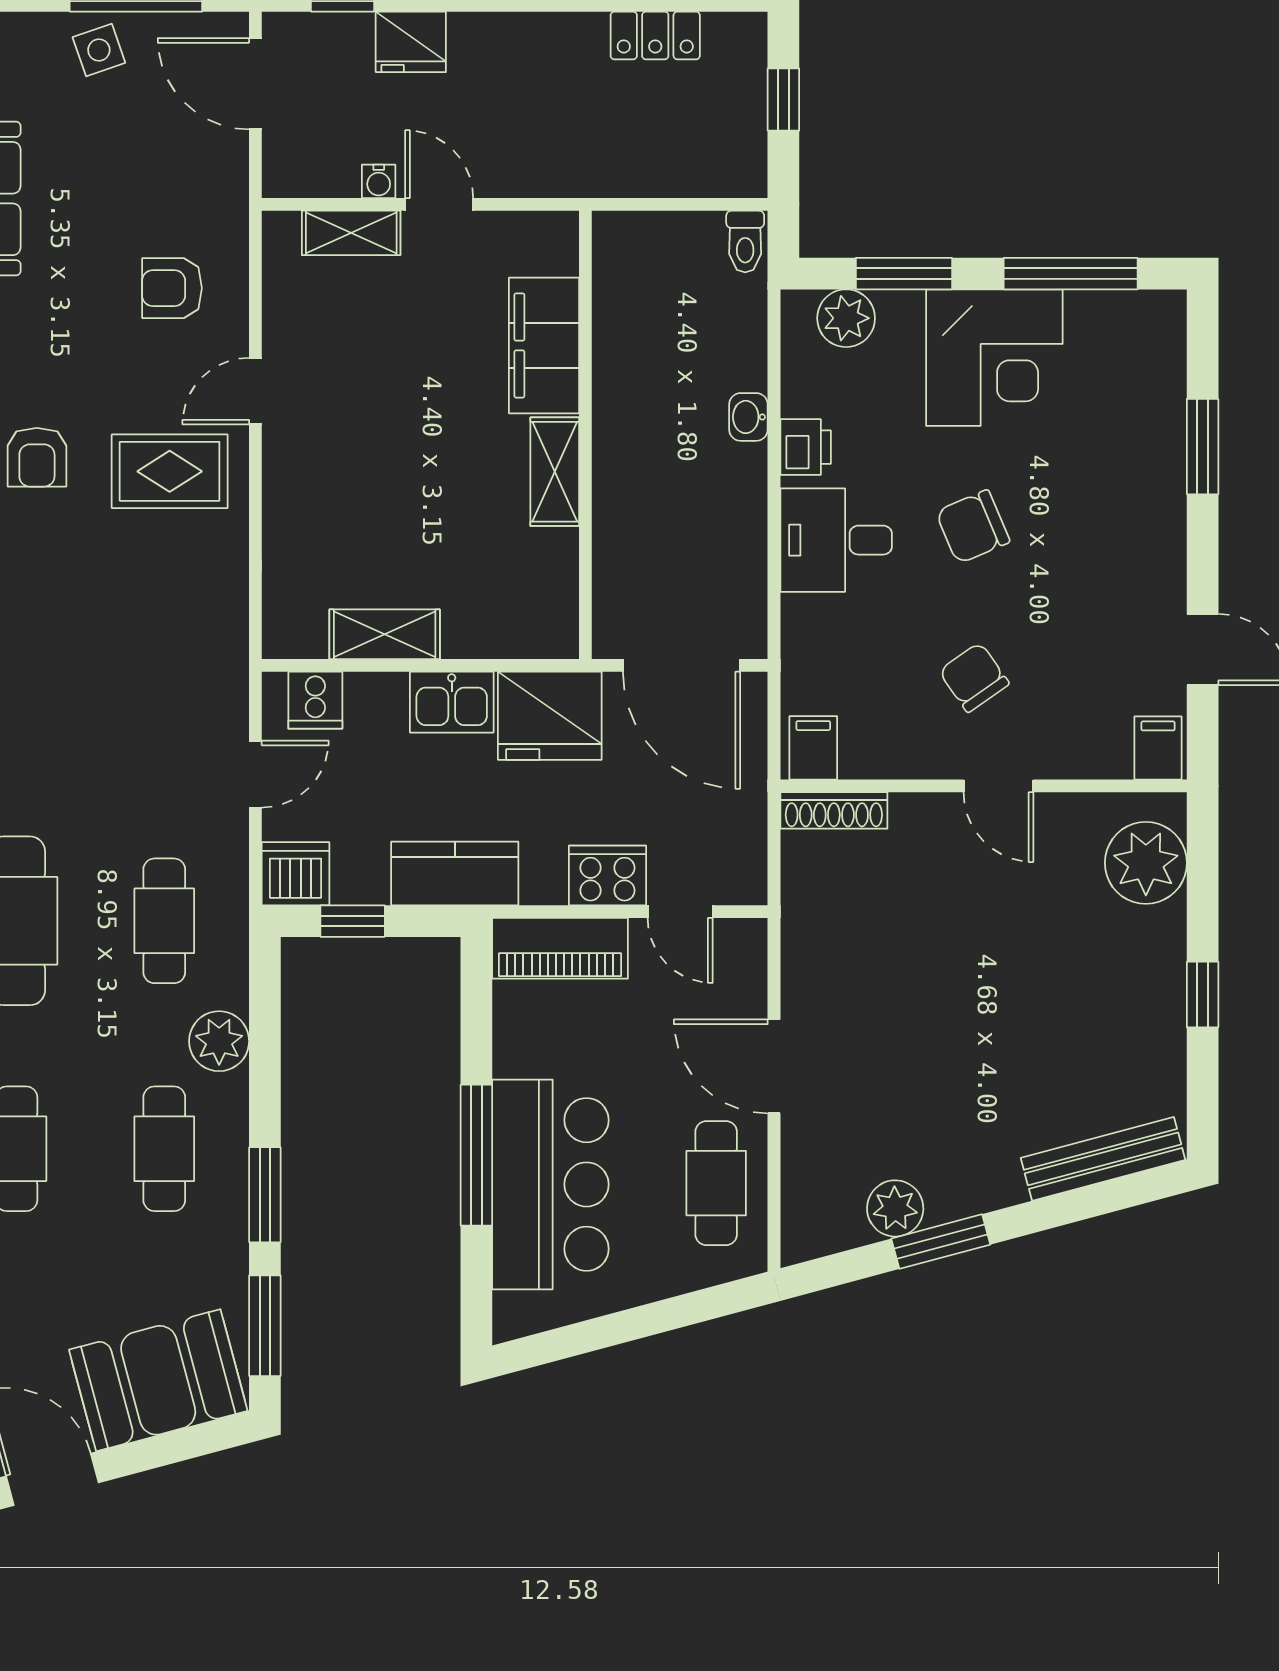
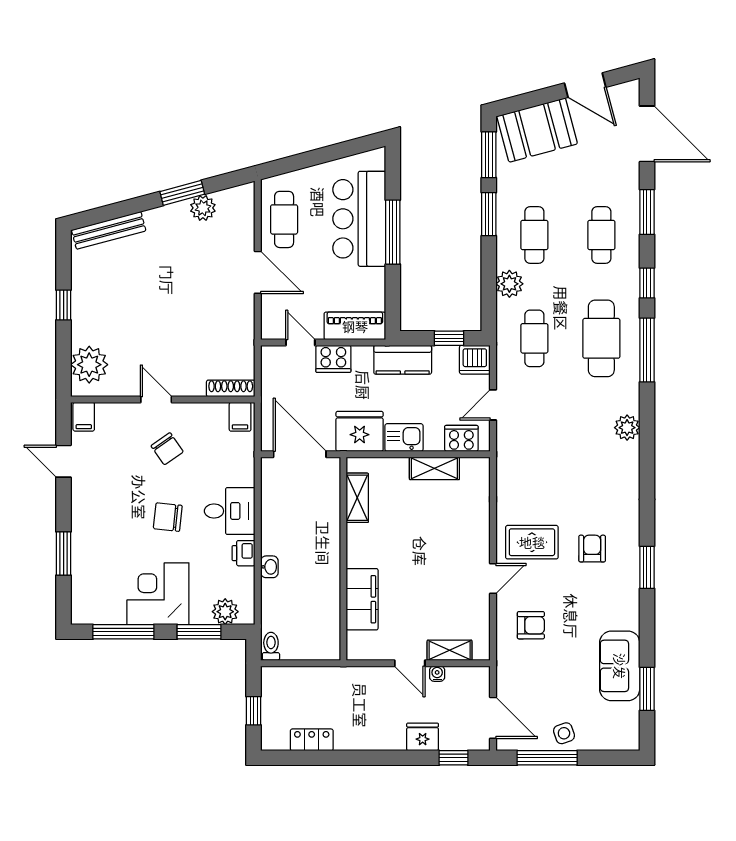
shelving: (555, 472) -> (357, 498), moved
chair: (973, 527) -> (168, 517), turned -151
cooker: (315, 700) -> (461, 438), width x1.36

